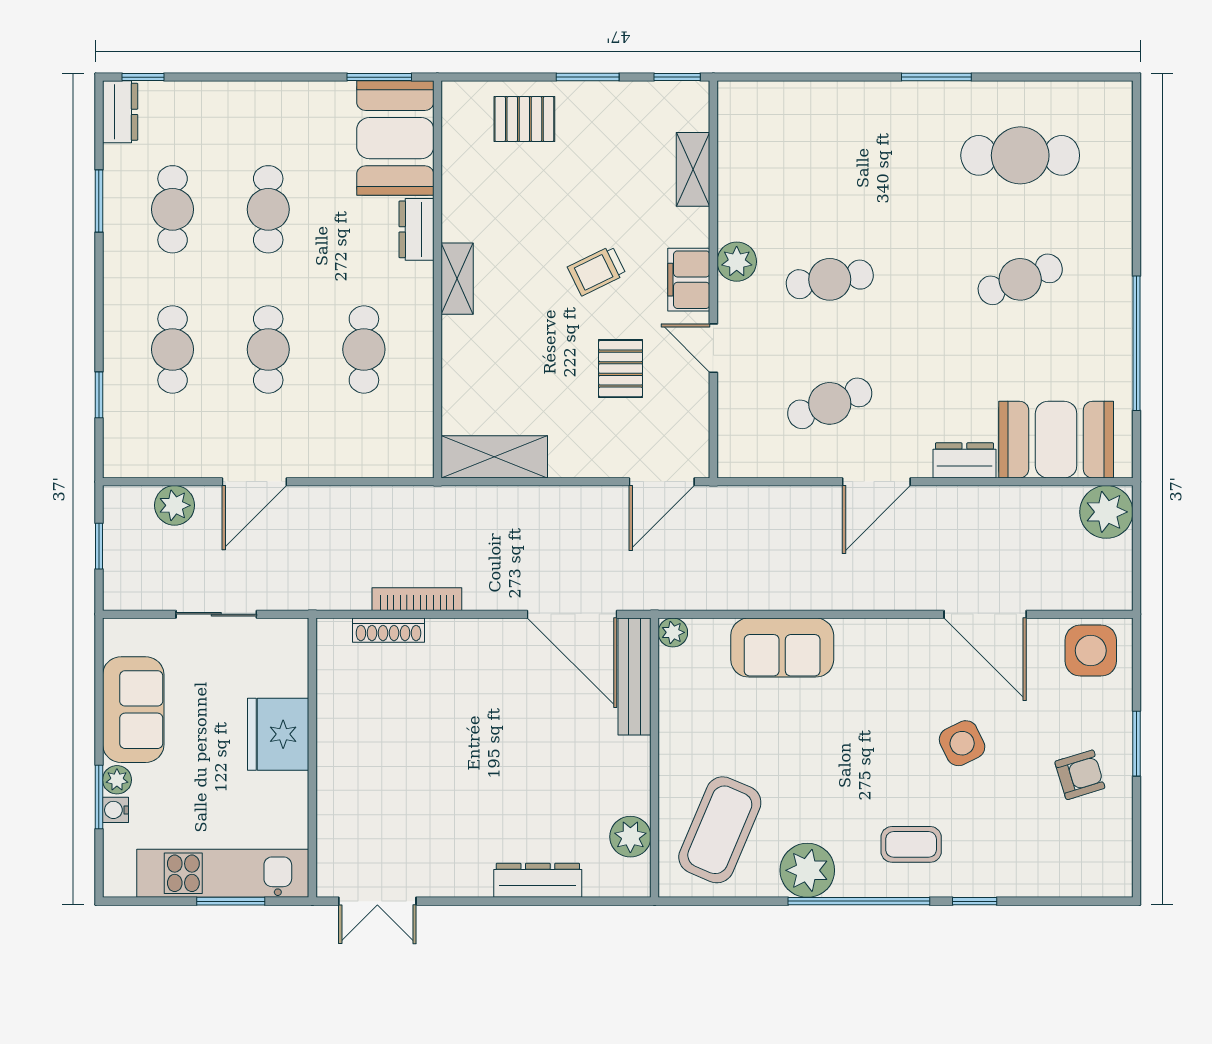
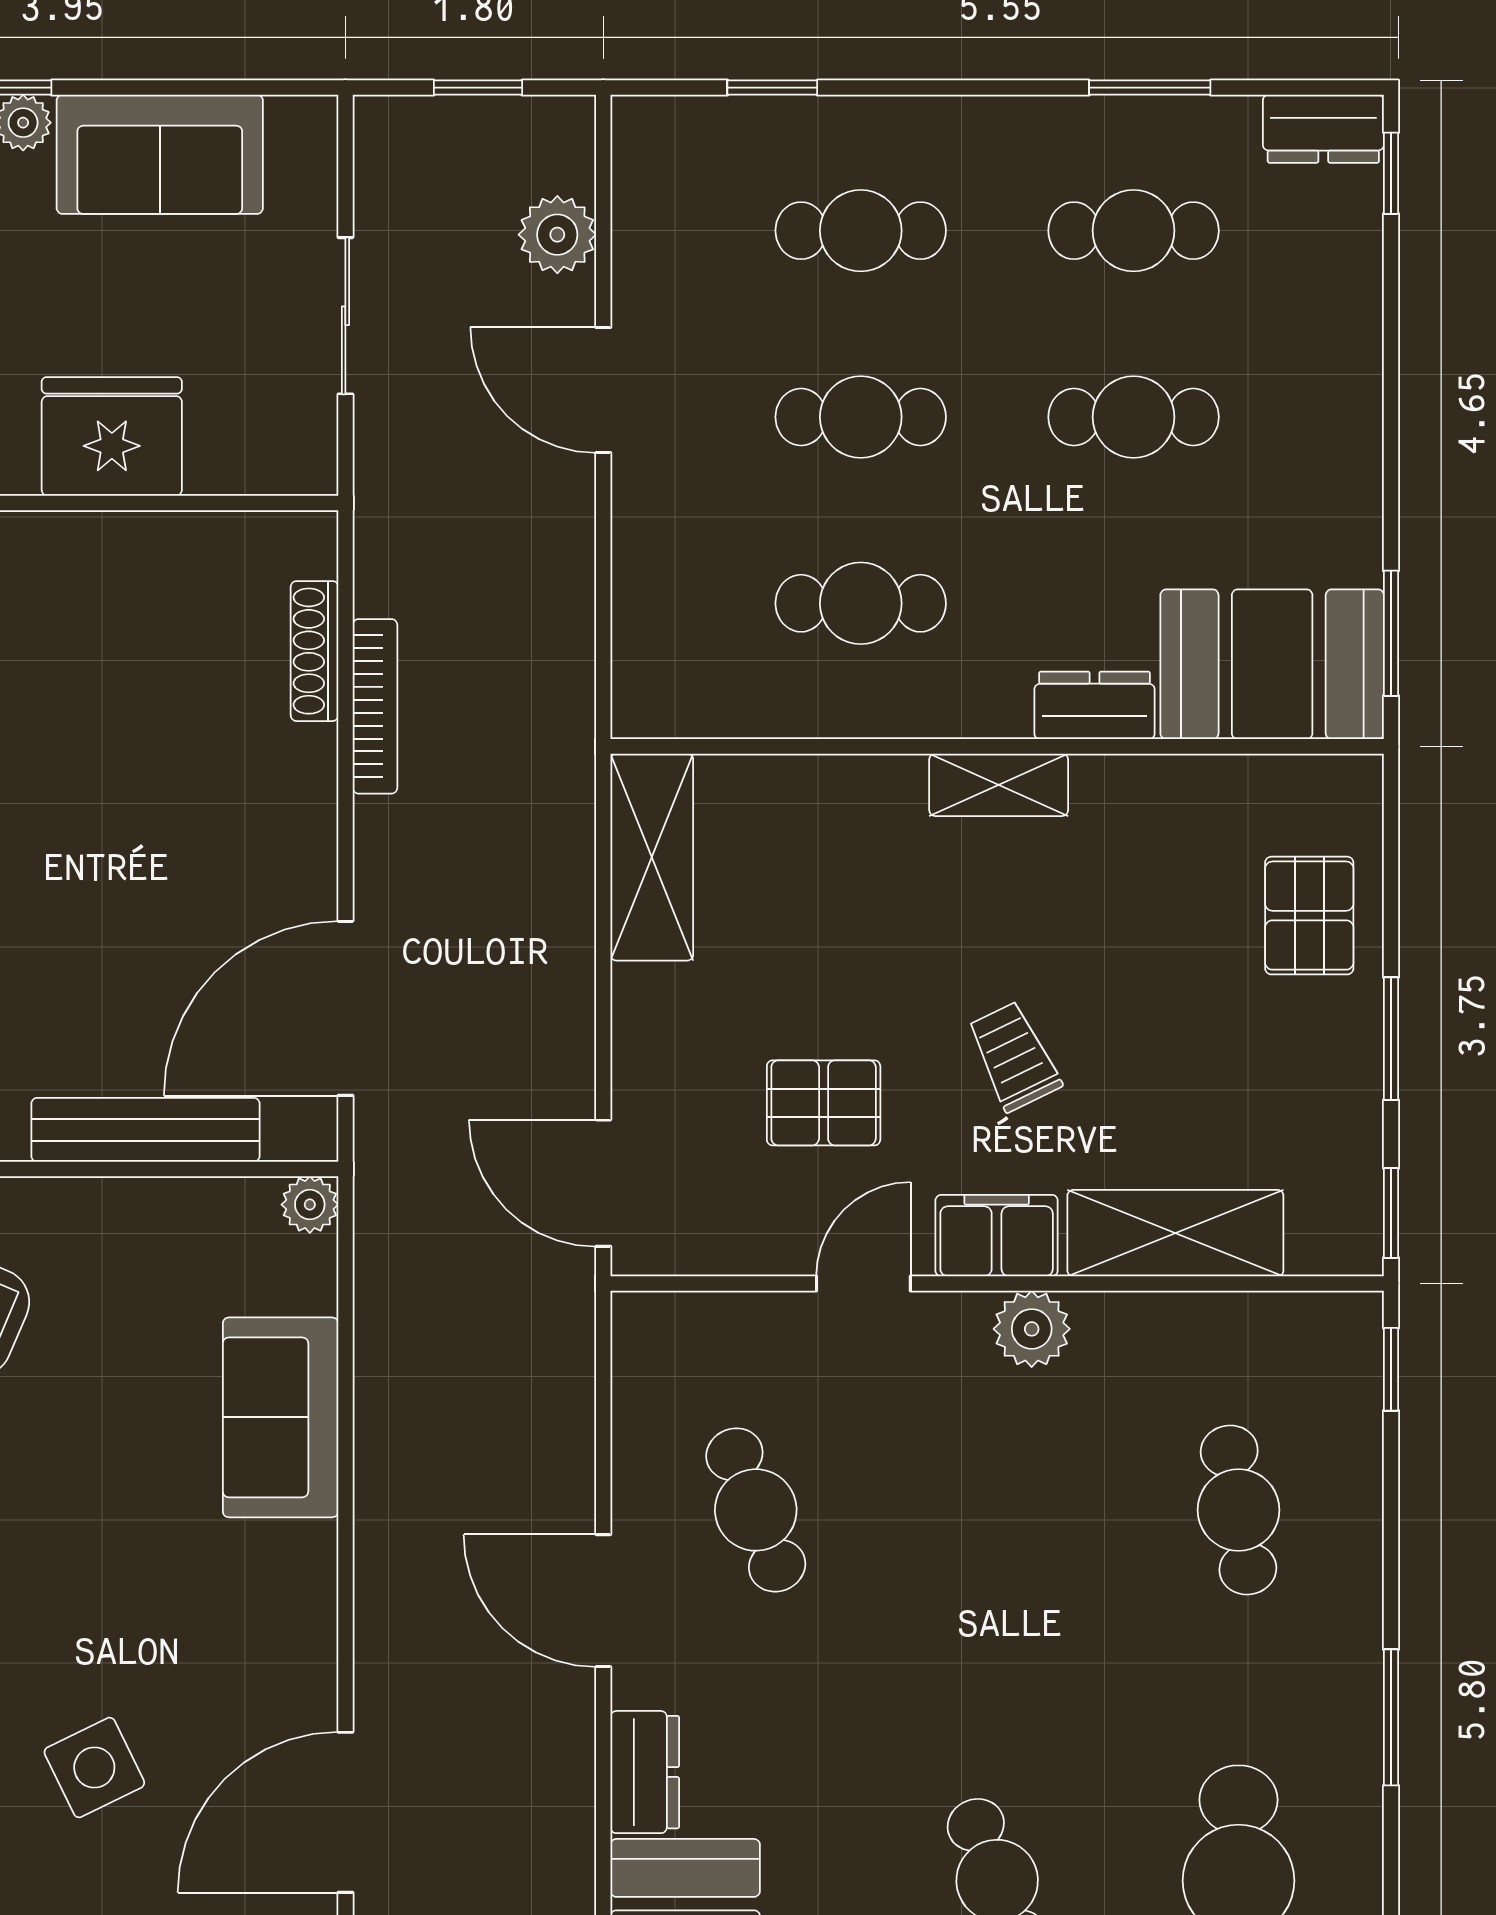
window: (757, 77) -> (1391, 1369), added
shelving: (693, 169) -> (1175, 1233), width x1.50, depth x1.33
cafe table: (830, 279) -> (1239, 1510), moved
bench: (634, 677) -> (145, 1130), moved

